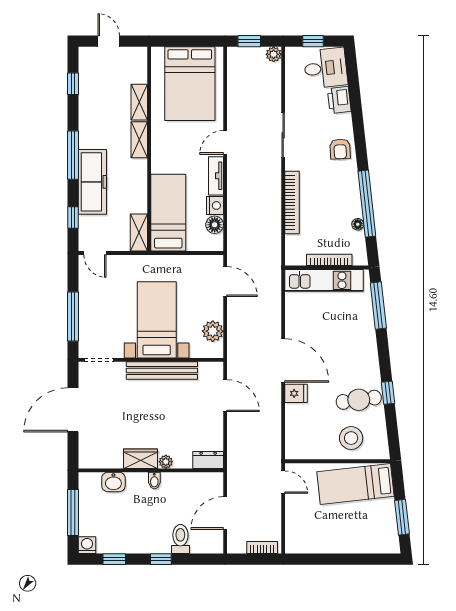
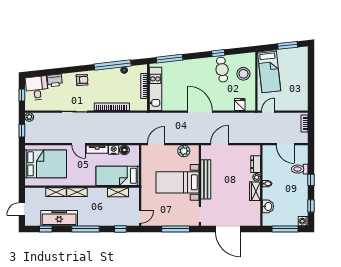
freezer: (92, 182) -> (59, 218), moved
shelving: (139, 233) -> (118, 192), moved
door: (283, 360) -> (200, 112), hinge flipped
fridge: (296, 393) -> (240, 105), moved
dresser: (208, 460) -> (256, 164), moved

